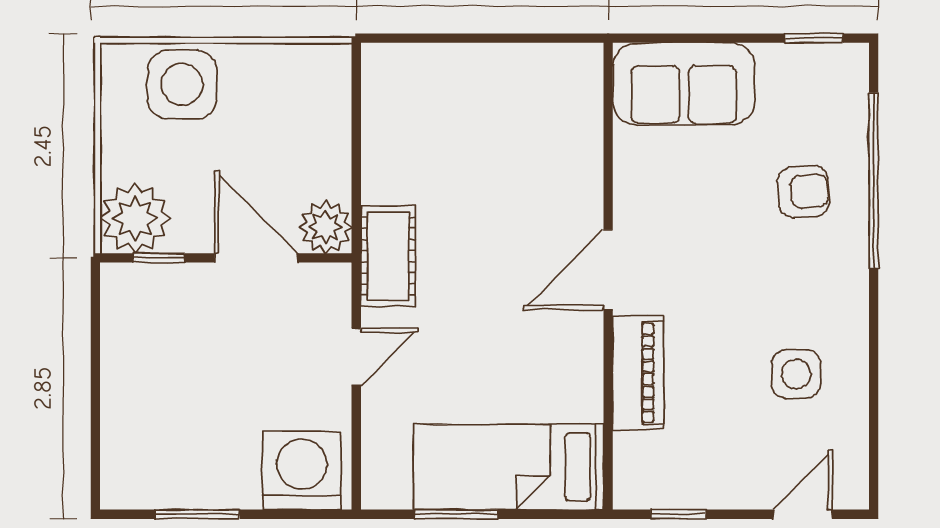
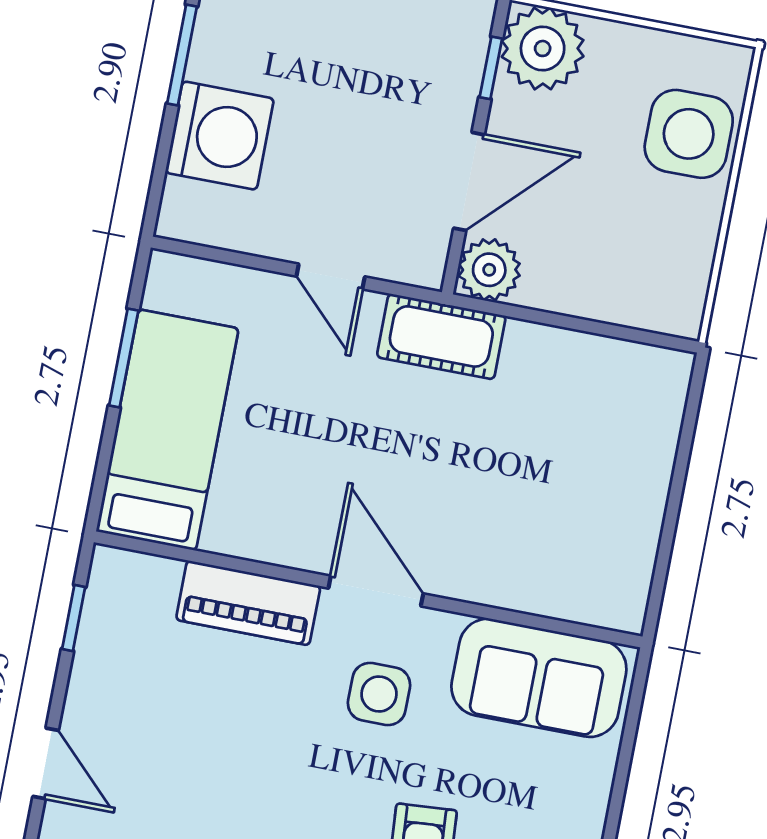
sofa: (684, 84) -> (539, 678), moved, turned -90
side table: (796, 374) -> (379, 694), moved
washing machine: (302, 471) -> (220, 136), moved

